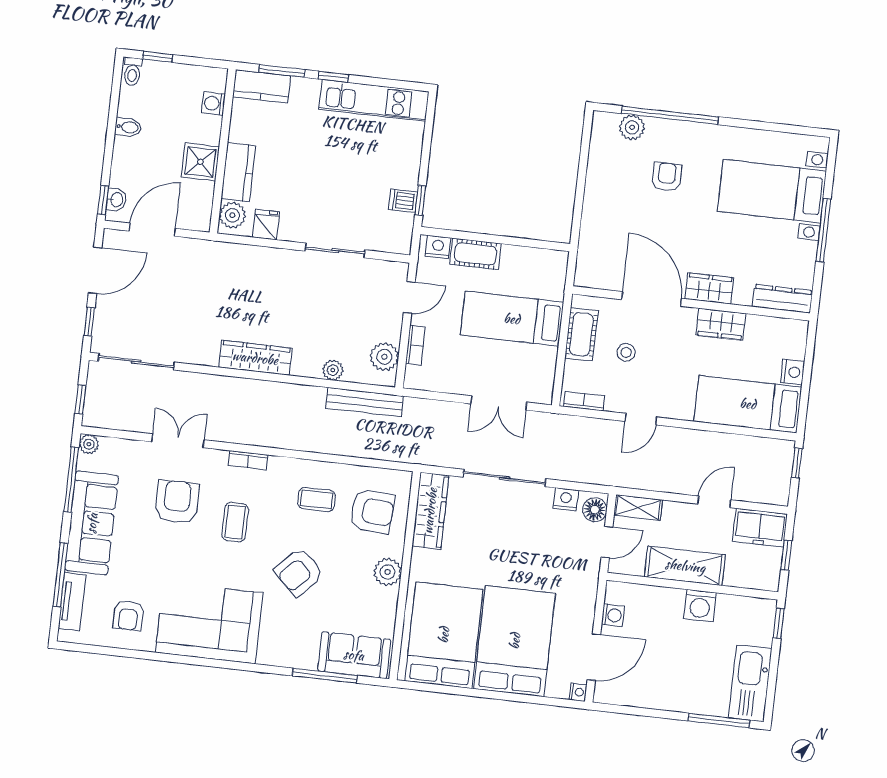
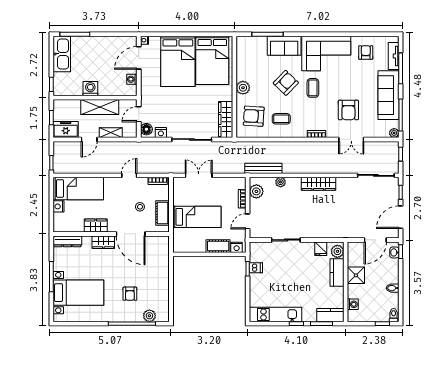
shelving: (638, 507) -> (111, 133), moved
coffee table: (235, 522) -> (313, 88), moved
sofa: (354, 655) -> (284, 46), moved

